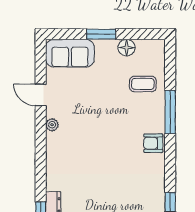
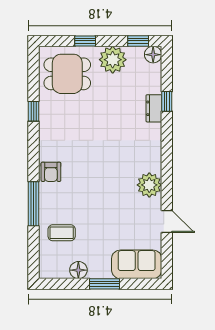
plant: (52, 125) -> (149, 185), width x1.87, depth x1.87
armchair: (153, 143) -> (51, 172), turned 90

